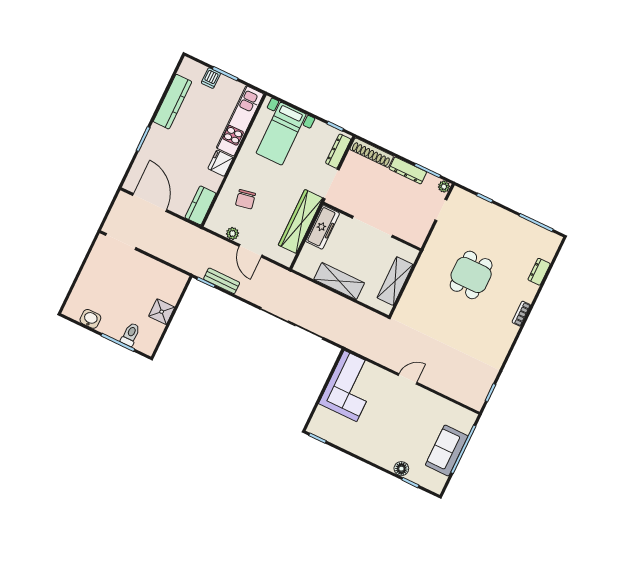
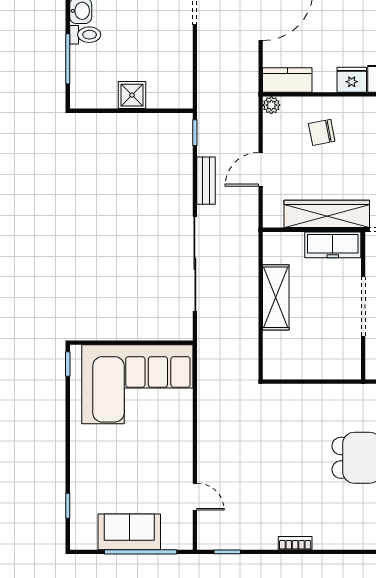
plant: (232, 233) -> (271, 105), moved
bench: (222, 281) -> (206, 181), moved
shelving: (395, 281) -> (309, 367), removed
bookcase: (521, 314) -> (295, 543), moved
toilet: (130, 334) -> (85, 35), moved
door: (408, 379) -> (195, 497), moved
corner sofa: (350, 386) -> (137, 384), width x1.36, depth x1.36
floor lamp: (401, 469) -> (80, 486), removed

